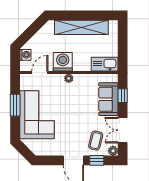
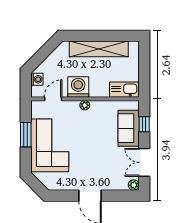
coffee table: (96, 141) -> (114, 174), removed
window: (97, 160) -> (116, 196), removed

